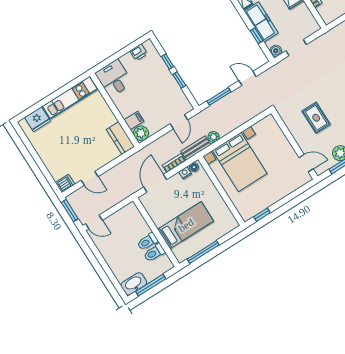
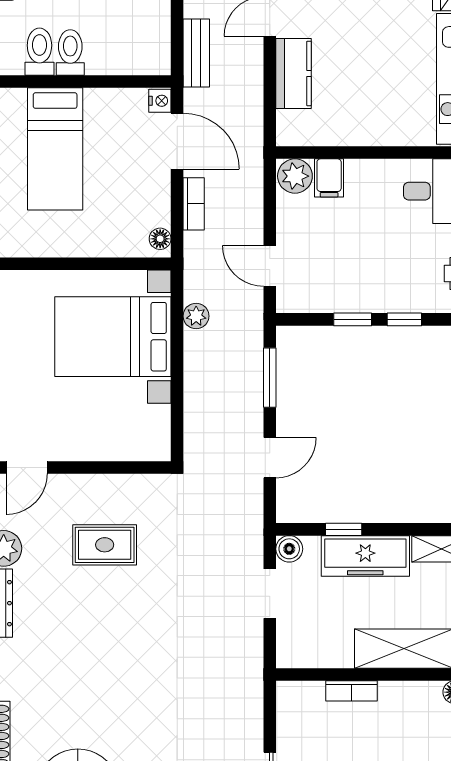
kitchen counter: (120, 138) -> (293, 73), moved, turned 90
bench: (196, 148) -> (196, 53), moved
nightstand: (185, 173) -> (160, 101), moved

